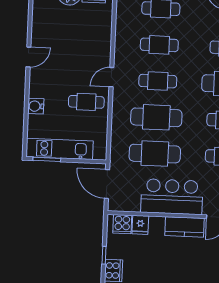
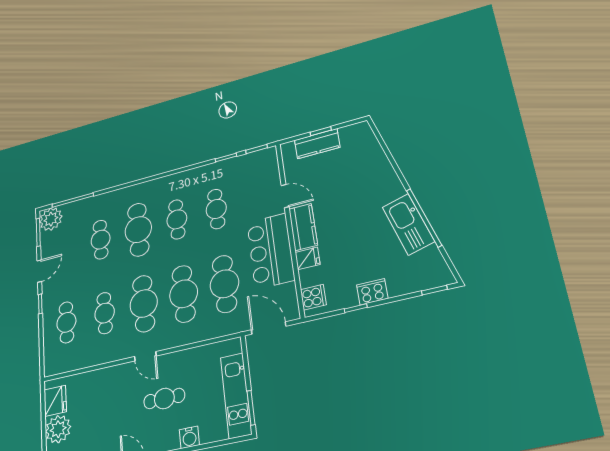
cafe table: (158, 81) -> (144, 304), width x1.37, depth x1.35
cafe table: (86, 102) -> (164, 398), moved, turned 90
door: (107, 184) -> (269, 328), swing flipped
fridge: (140, 225) -> (307, 258), moved

